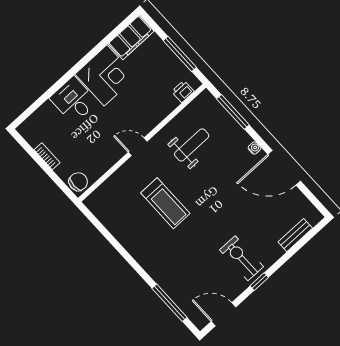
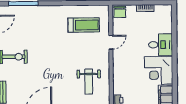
door: (138, 147) -> (111, 42), moved
treadmill: (165, 203) -> (84, 25), moved, turned 180

